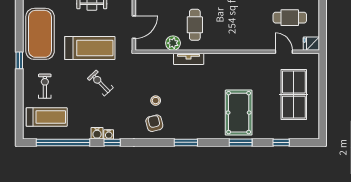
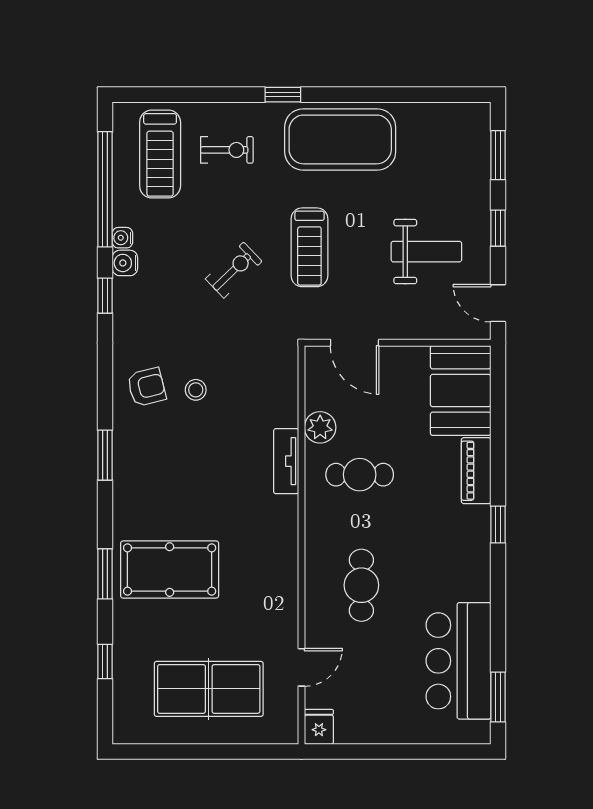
cafe table: (290, 18) -> (361, 585), moved
treadmill: (90, 48) -> (309, 247), width x0.73, depth x0.73
water cooler: (109, 134) -> (122, 238), moved

